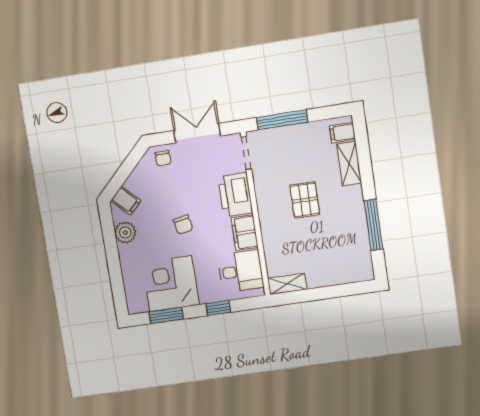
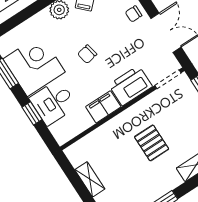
pallet: (305, 200) -> (152, 143), turned 90
desk: (241, 271) -> (53, 102), moved, turned 90
shelving: (287, 284) -> (90, 179), moved

